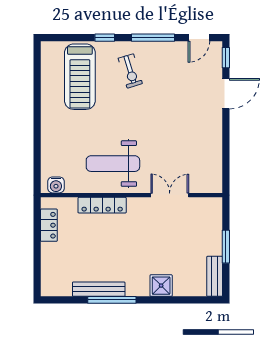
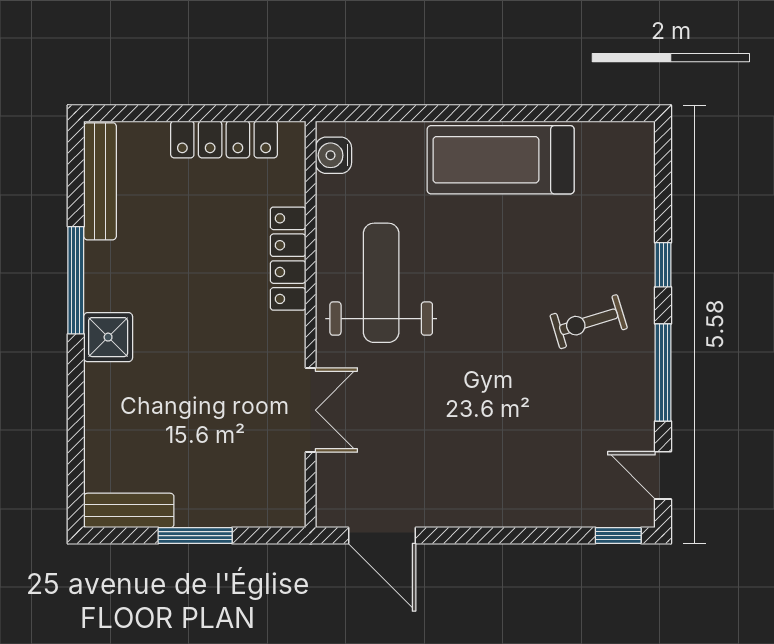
treadmill: (80, 77) -> (501, 160), moved
door: (226, 94) -> (382, 536), moved
locker: (49, 225) -> (224, 139), width x1.53
shower: (161, 286) -> (108, 337), moved
bench: (99, 289) -> (100, 181), moved

